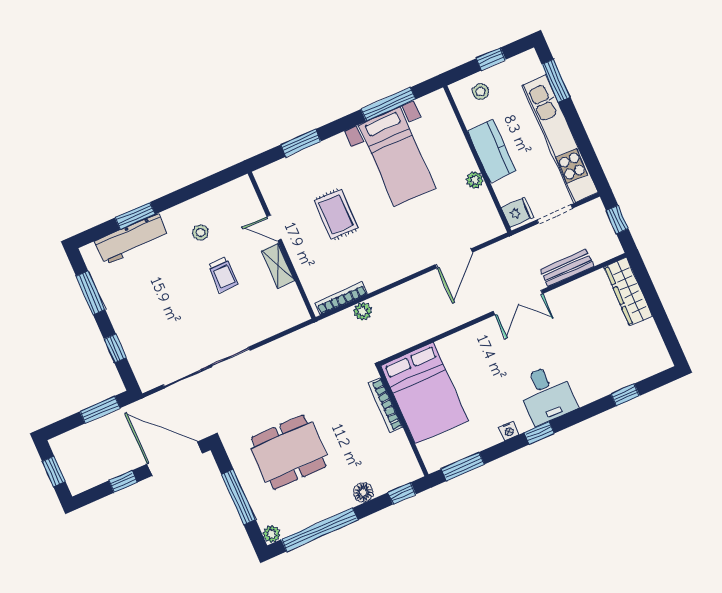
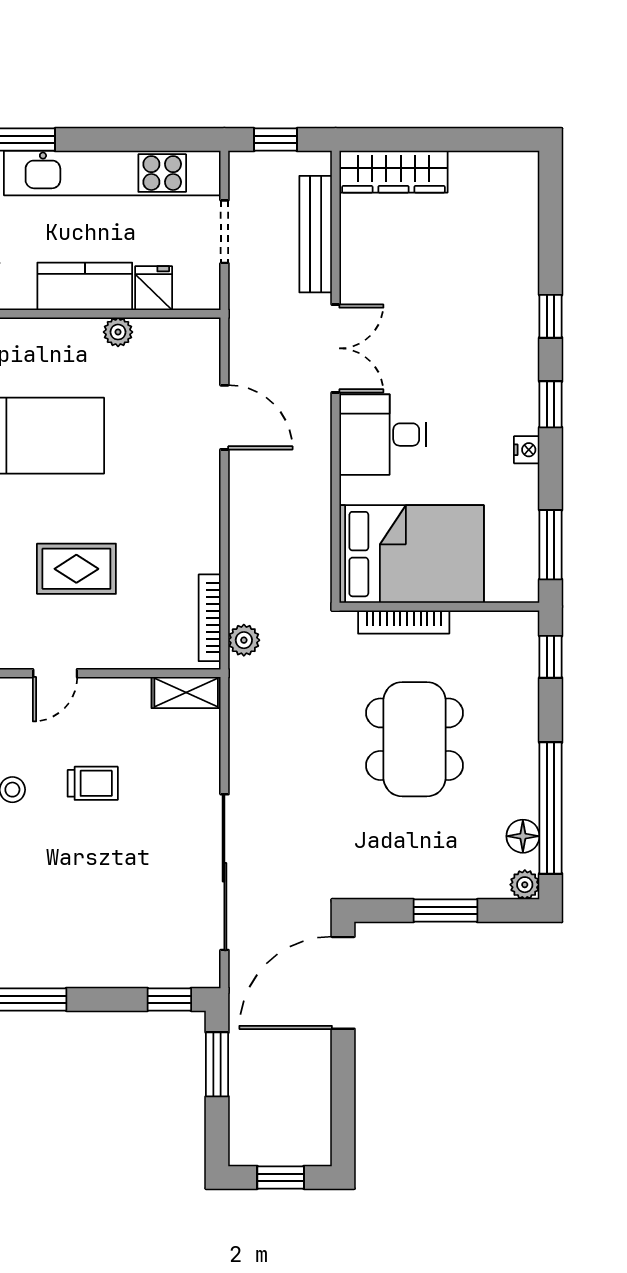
fridge: (518, 212) -> (154, 288), moved
shelving: (278, 266) -> (186, 693), moved
bench: (567, 268) -> (316, 234), width x1.36
plant: (363, 311) -> (244, 640), moved
window: (115, 348) -> (169, 999), moved
desk: (546, 394) -> (383, 435), moved, turned 180
window: (625, 395) -> (551, 316), moved
dining table: (289, 452) -> (415, 739), moved
window: (123, 481) -> (343, 1078), removed
floor lamp: (363, 492) -> (523, 836), moved
window: (239, 497) -> (445, 911), width x0.69

